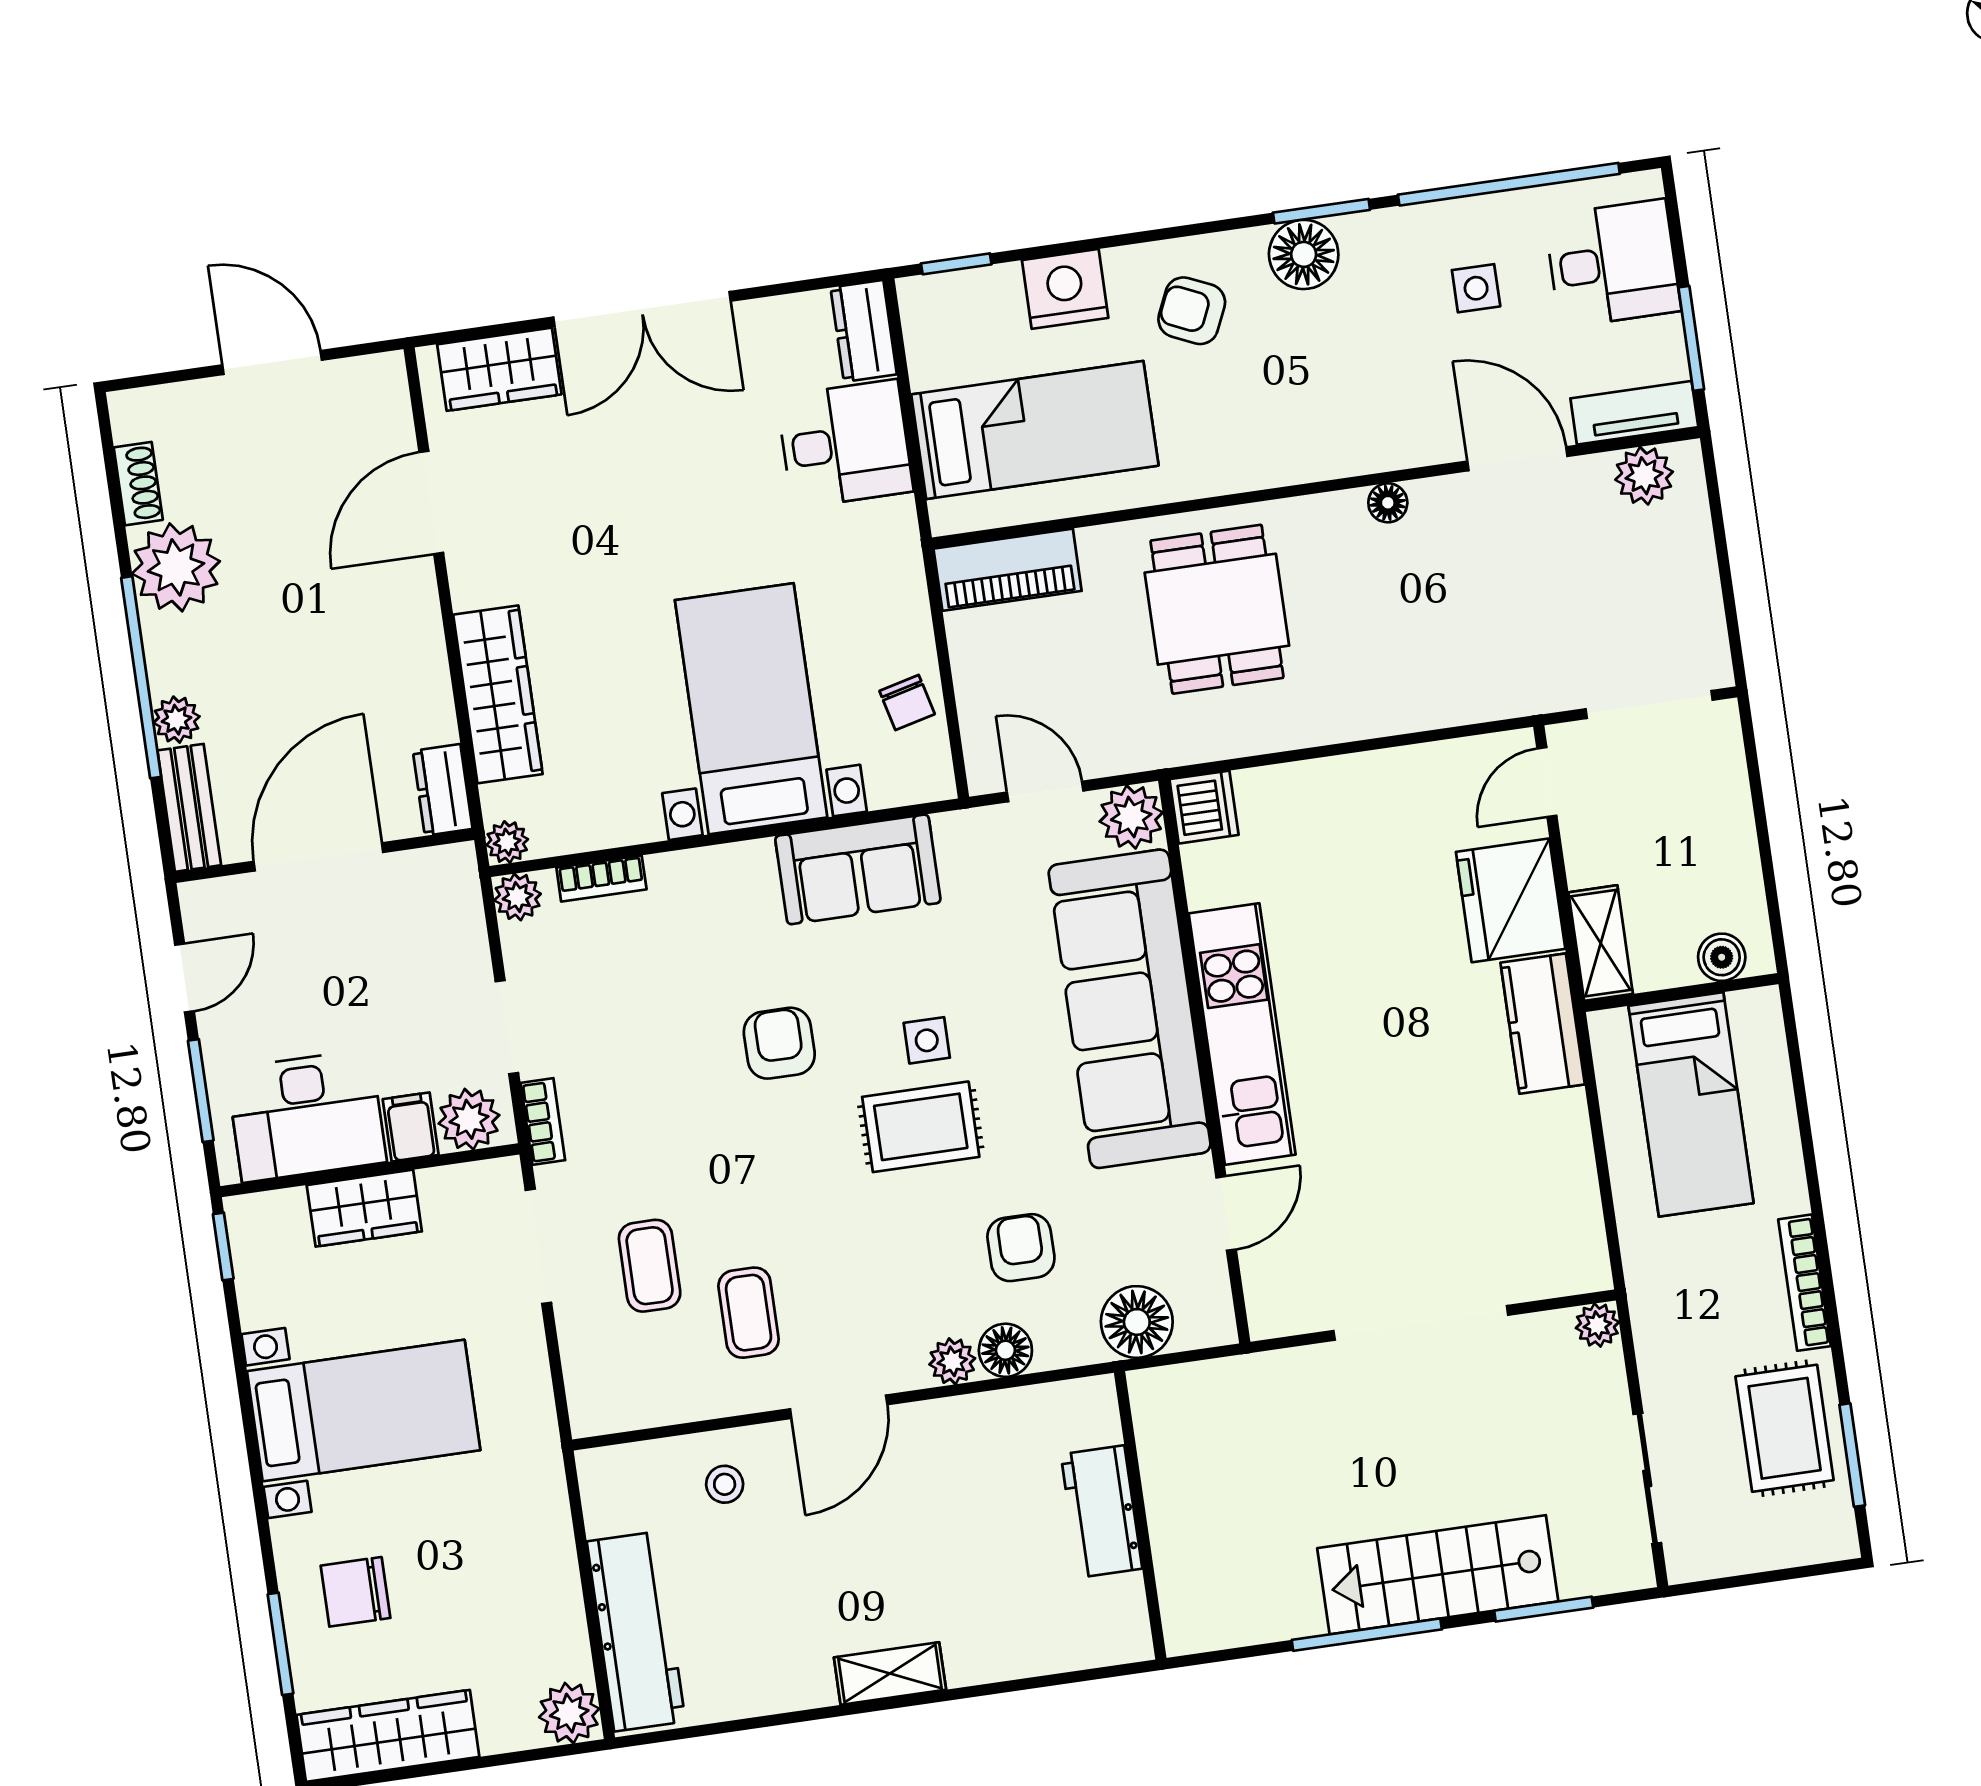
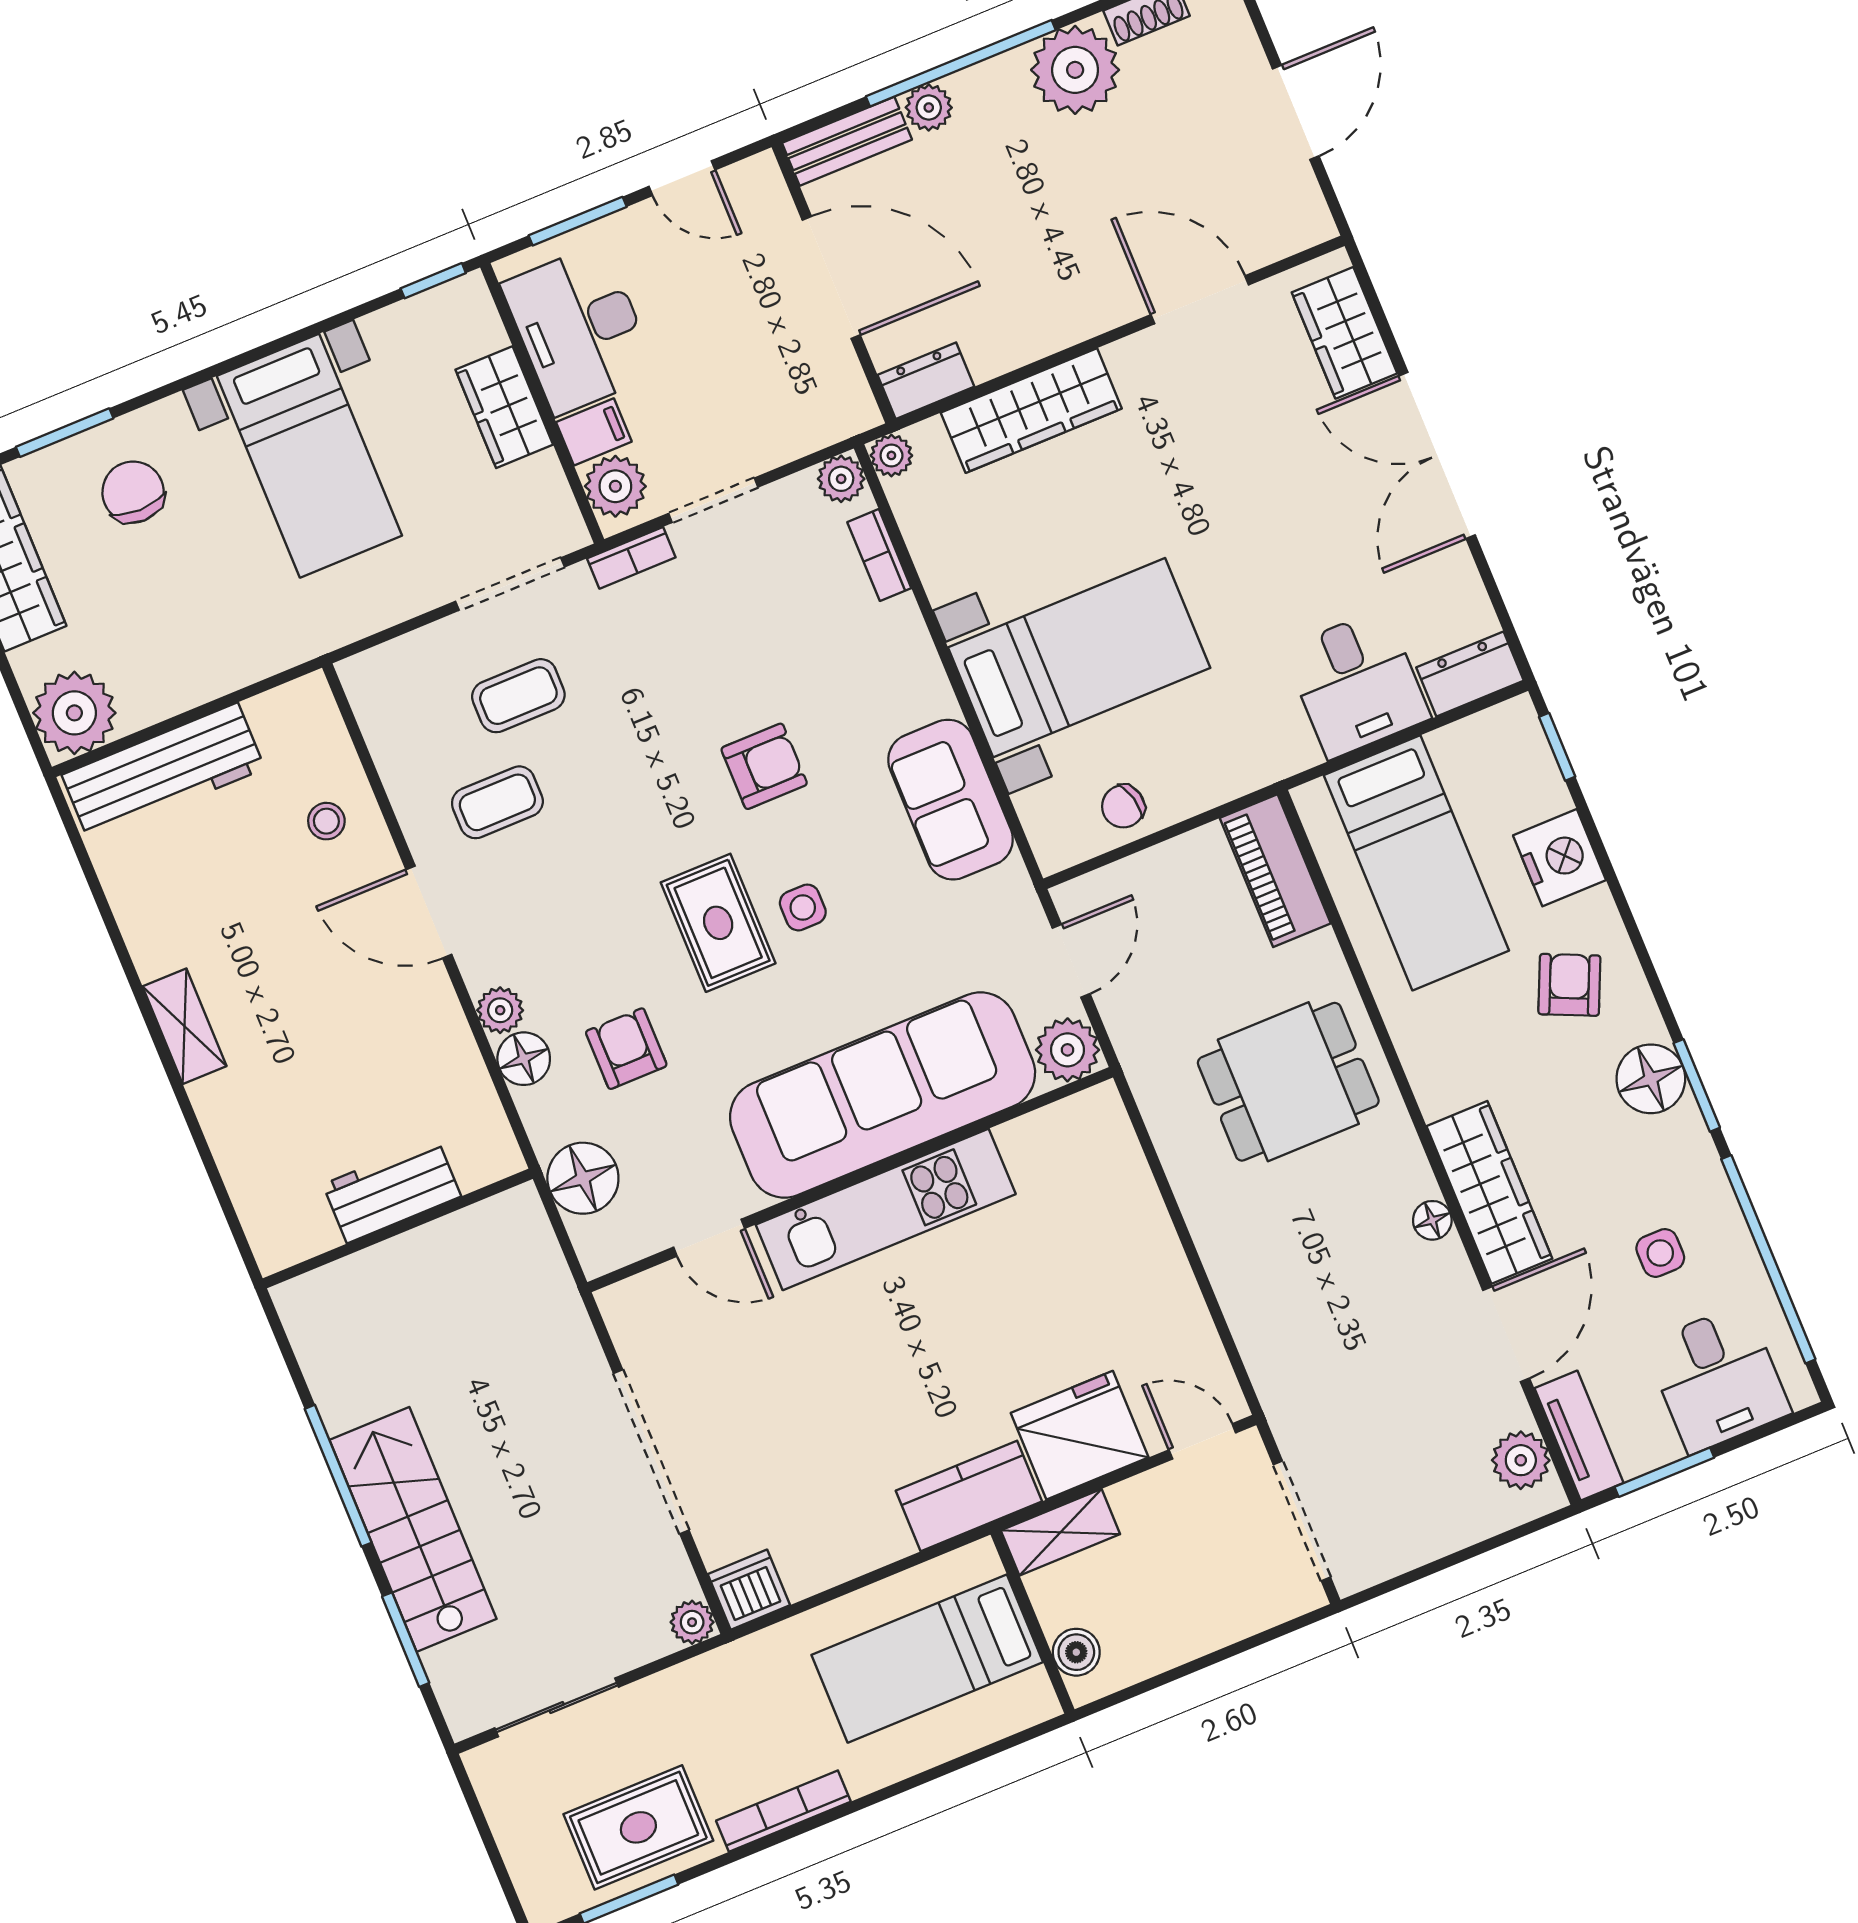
wardrobe: (1375, 440) -> (1489, 1192), added
dishwasher: (1204, 807) -> (749, 1590), moved, turned 180
armchair: (1021, 1248) -> (626, 1049), turned -90
plant: (569, 1713) -> (74, 713), width x1.36, depth x1.36

